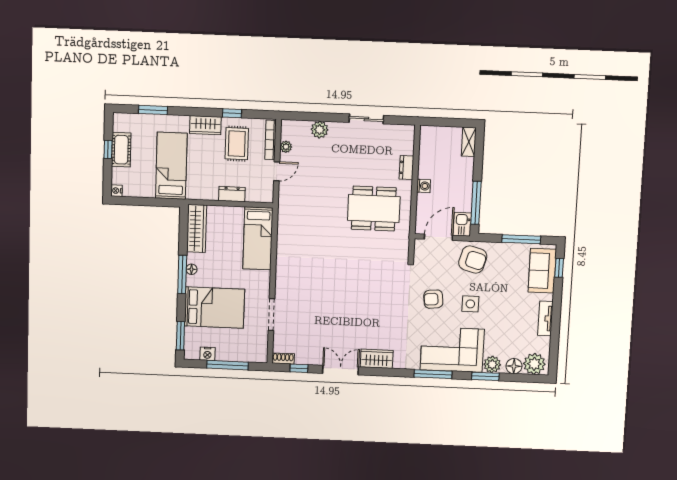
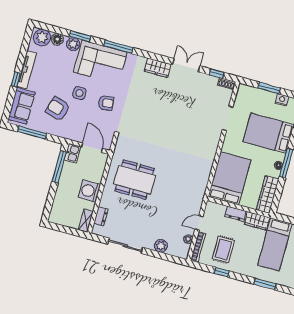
window: (153, 110) -> (265, 284), moved
sliding door: (366, 119) -> (125, 246), width x1.37
wardrobe: (205, 125) -> (257, 221), moved, turned 180
shelving: (469, 142) -> (86, 221), moved
dresser: (406, 168) -> (101, 216), moved
washing machine: (423, 186) -> (89, 191), width x1.89, depth x1.89
door: (438, 237) -> (92, 148), swing flipped
bed: (258, 238) -> (229, 178), width x1.50
armchair: (473, 260) -> (58, 109), moved
window: (559, 268) -> (16, 79), moved
tv unit: (545, 318) -> (27, 70), width x1.41
window: (227, 365) -> (269, 88), width x0.69
double door: (341, 370) -> (186, 65), swing flipped

